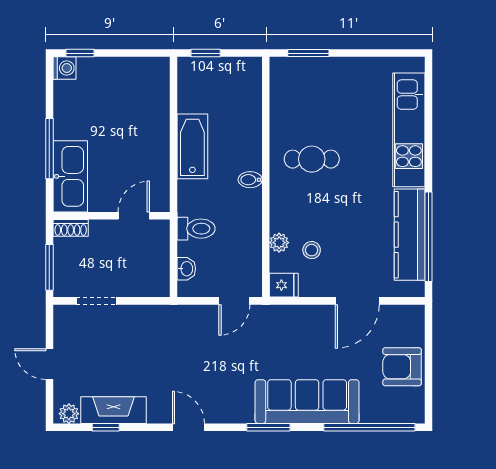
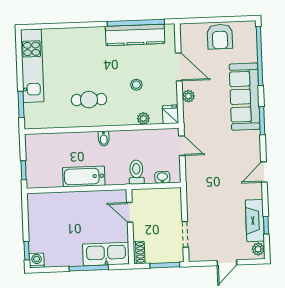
kitchen unit: (409, 130) -> (32, 66), moved, turned -90
cafe table: (312, 159) -> (89, 100), turned 90
stool: (312, 250) -> (136, 85), moved
plant: (311, 314) -> (188, 96), added

